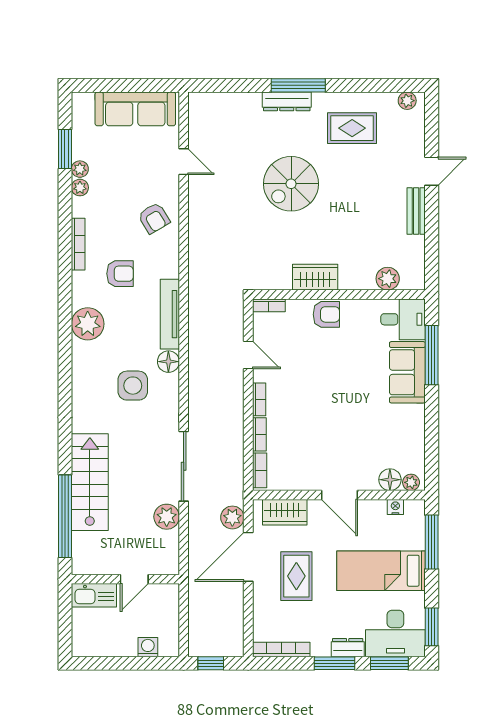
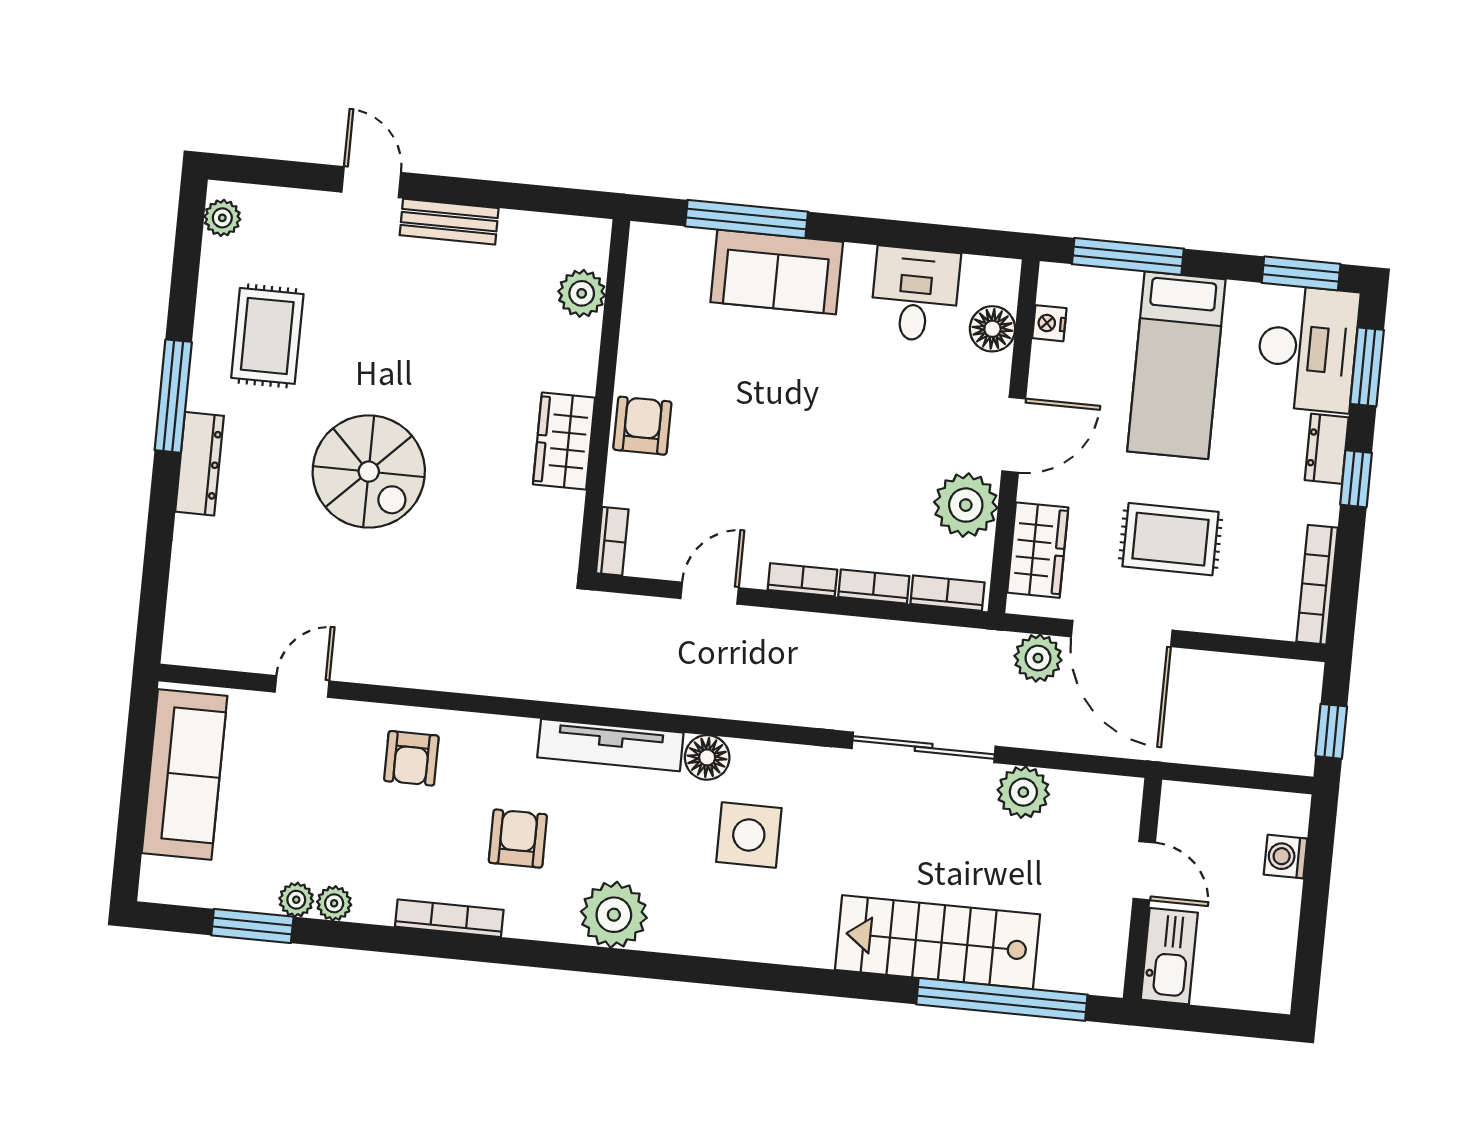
window: (298, 85) -> (173, 396), moved
armchair: (154, 218) -> (411, 758), turned 121
desk: (403, 319) -> (915, 294), moved
plant: (411, 482) -> (966, 505), moved, width x1.88, depth x1.88
window: (335, 663) -> (1356, 479), width x0.67

